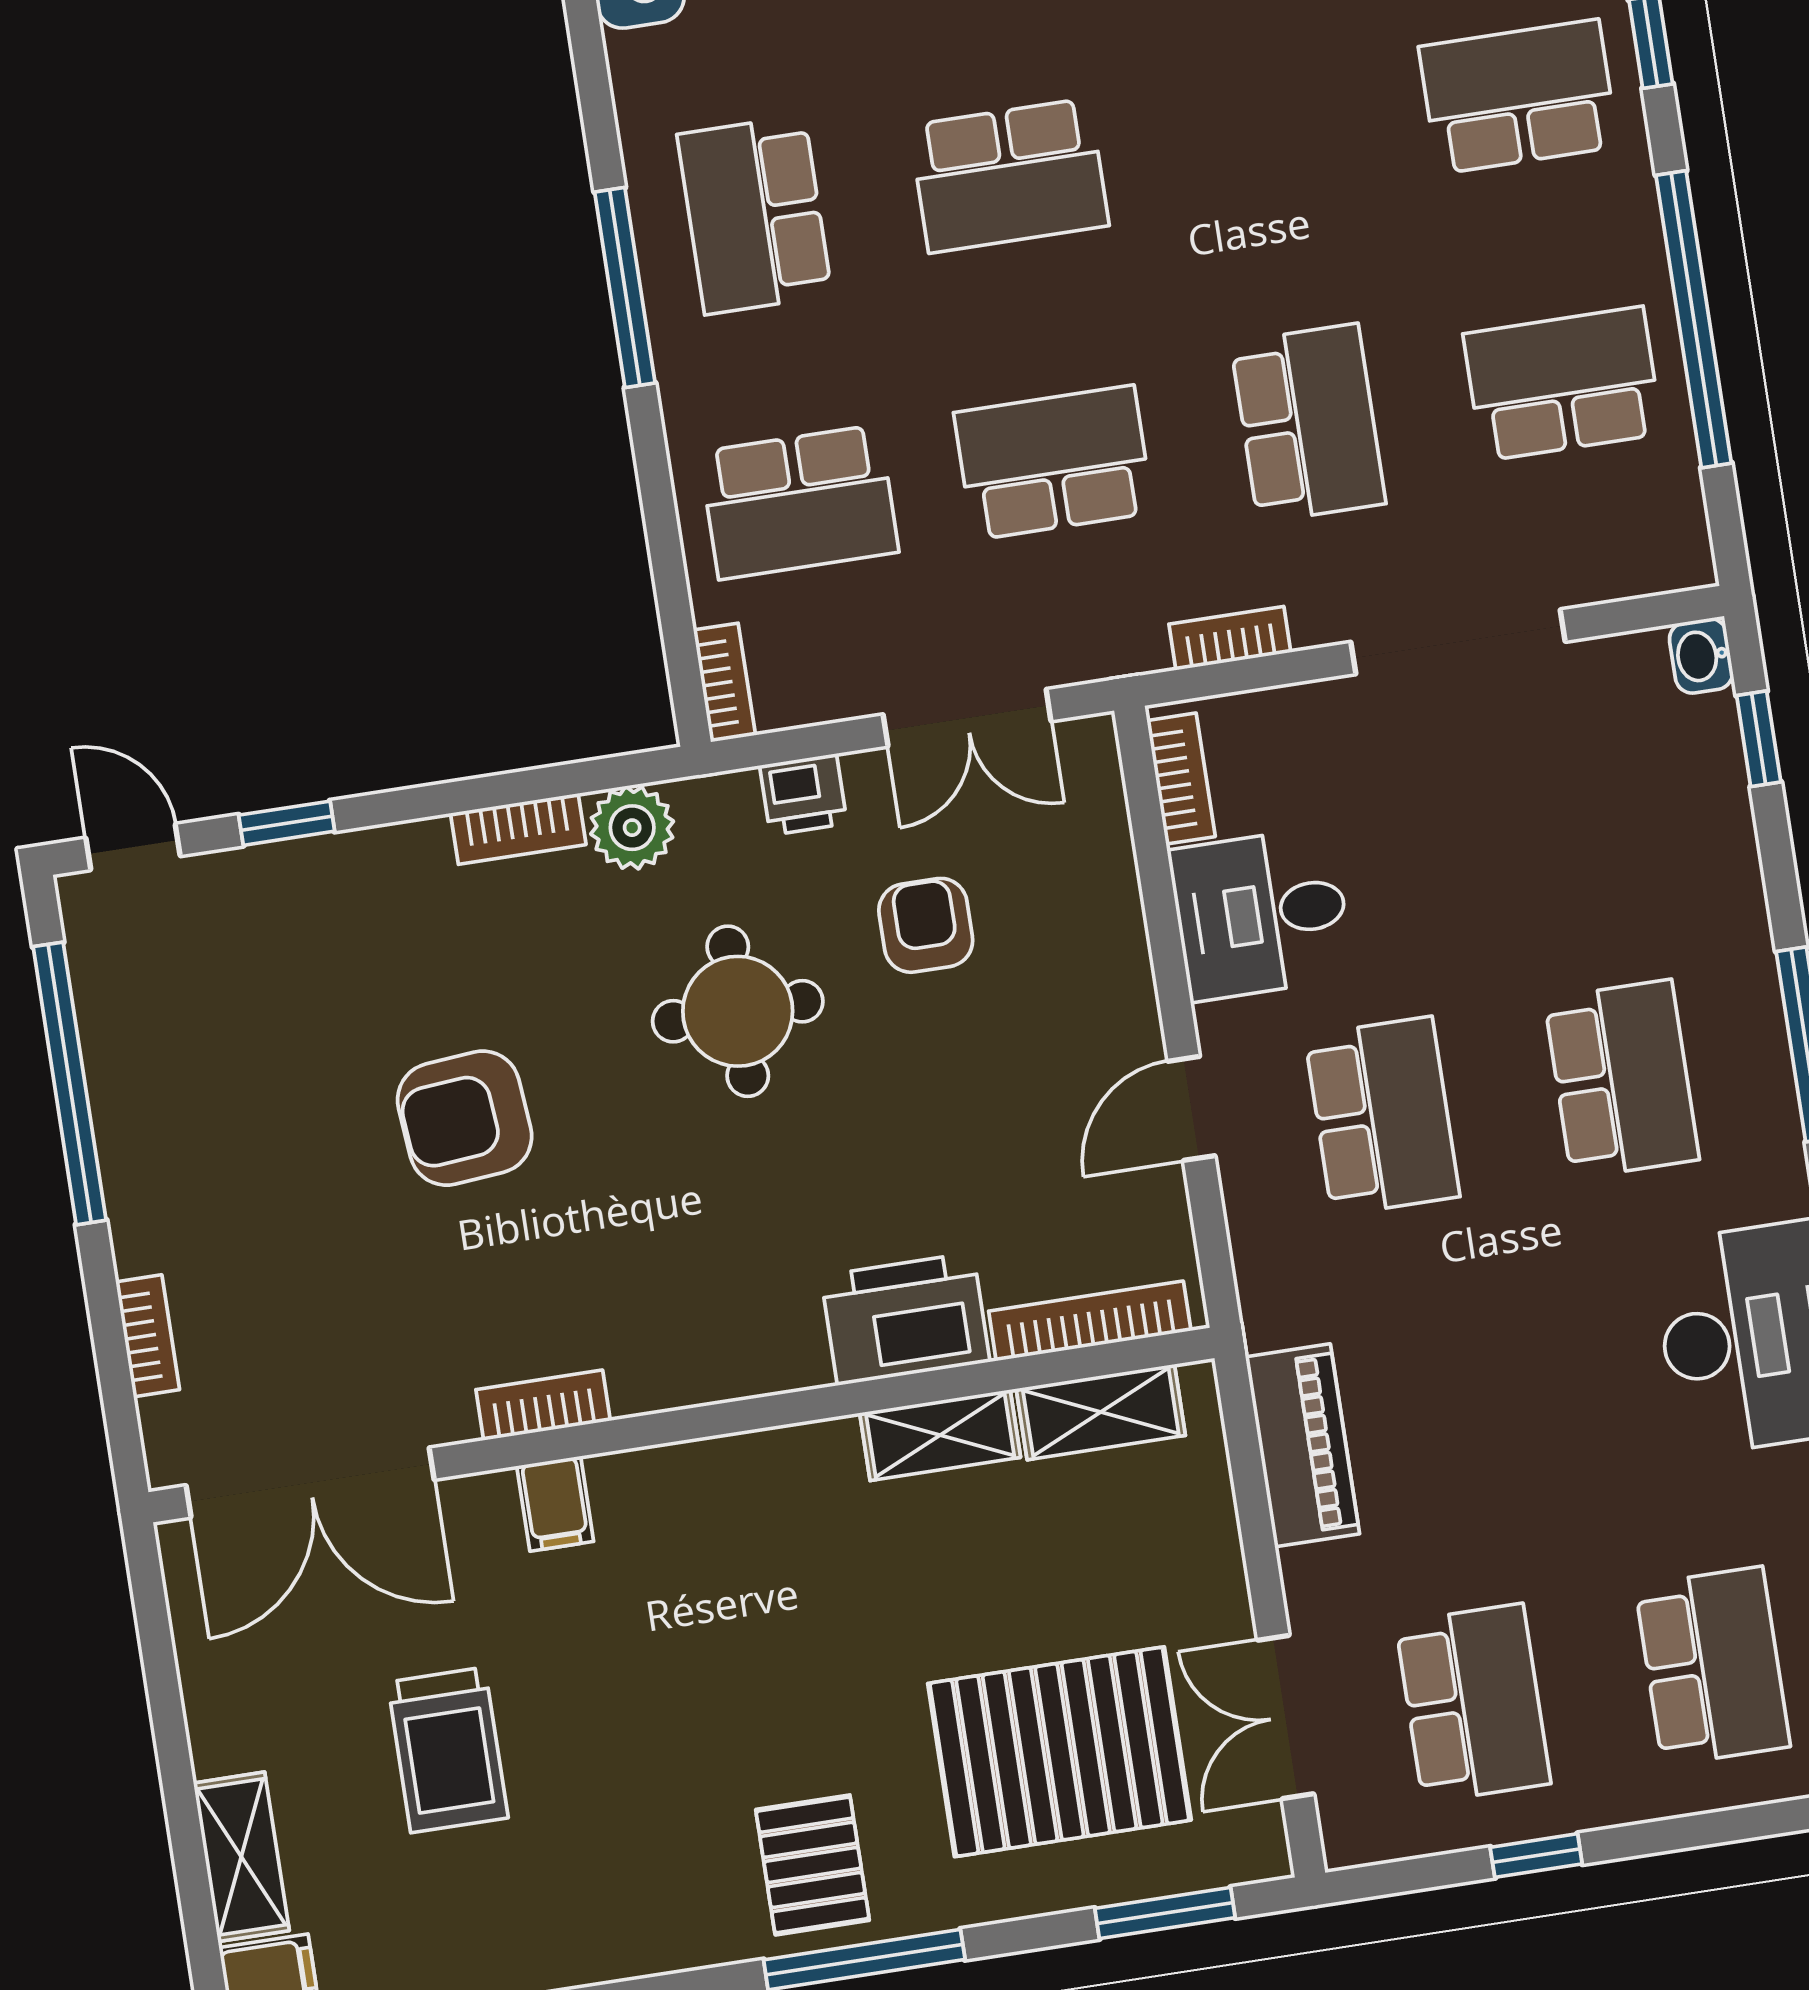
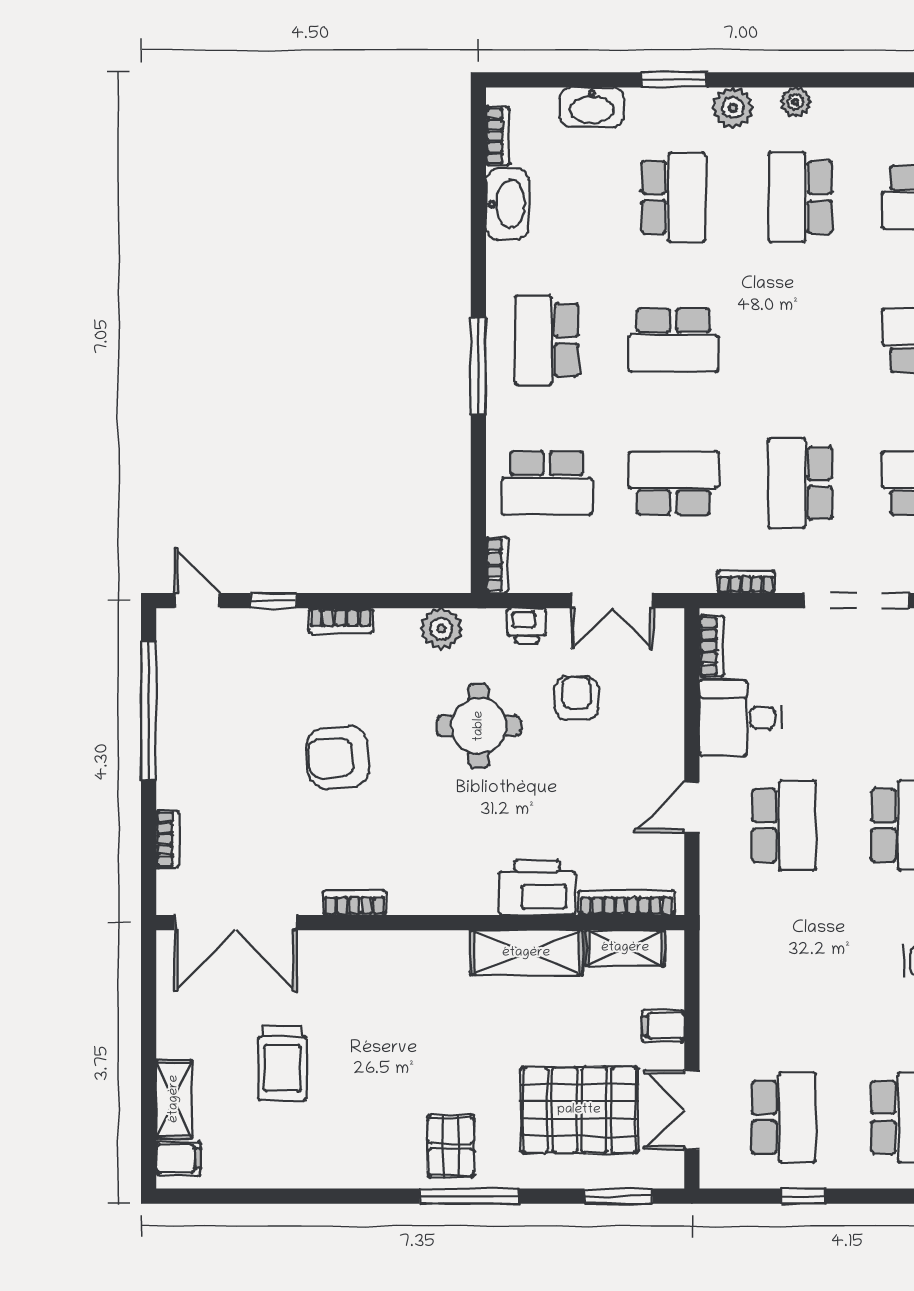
school desk: (1308, 423) -> (800, 483), turned 180
bookcase: (518, 829) -> (341, 621), moved
shelving: (940, 1435) -> (526, 953), width x1.50, depth x1.33
piano: (1302, 1445) -> (721, 979), removed
filing cabinet: (555, 1504) -> (663, 1026), moved, turned 90

